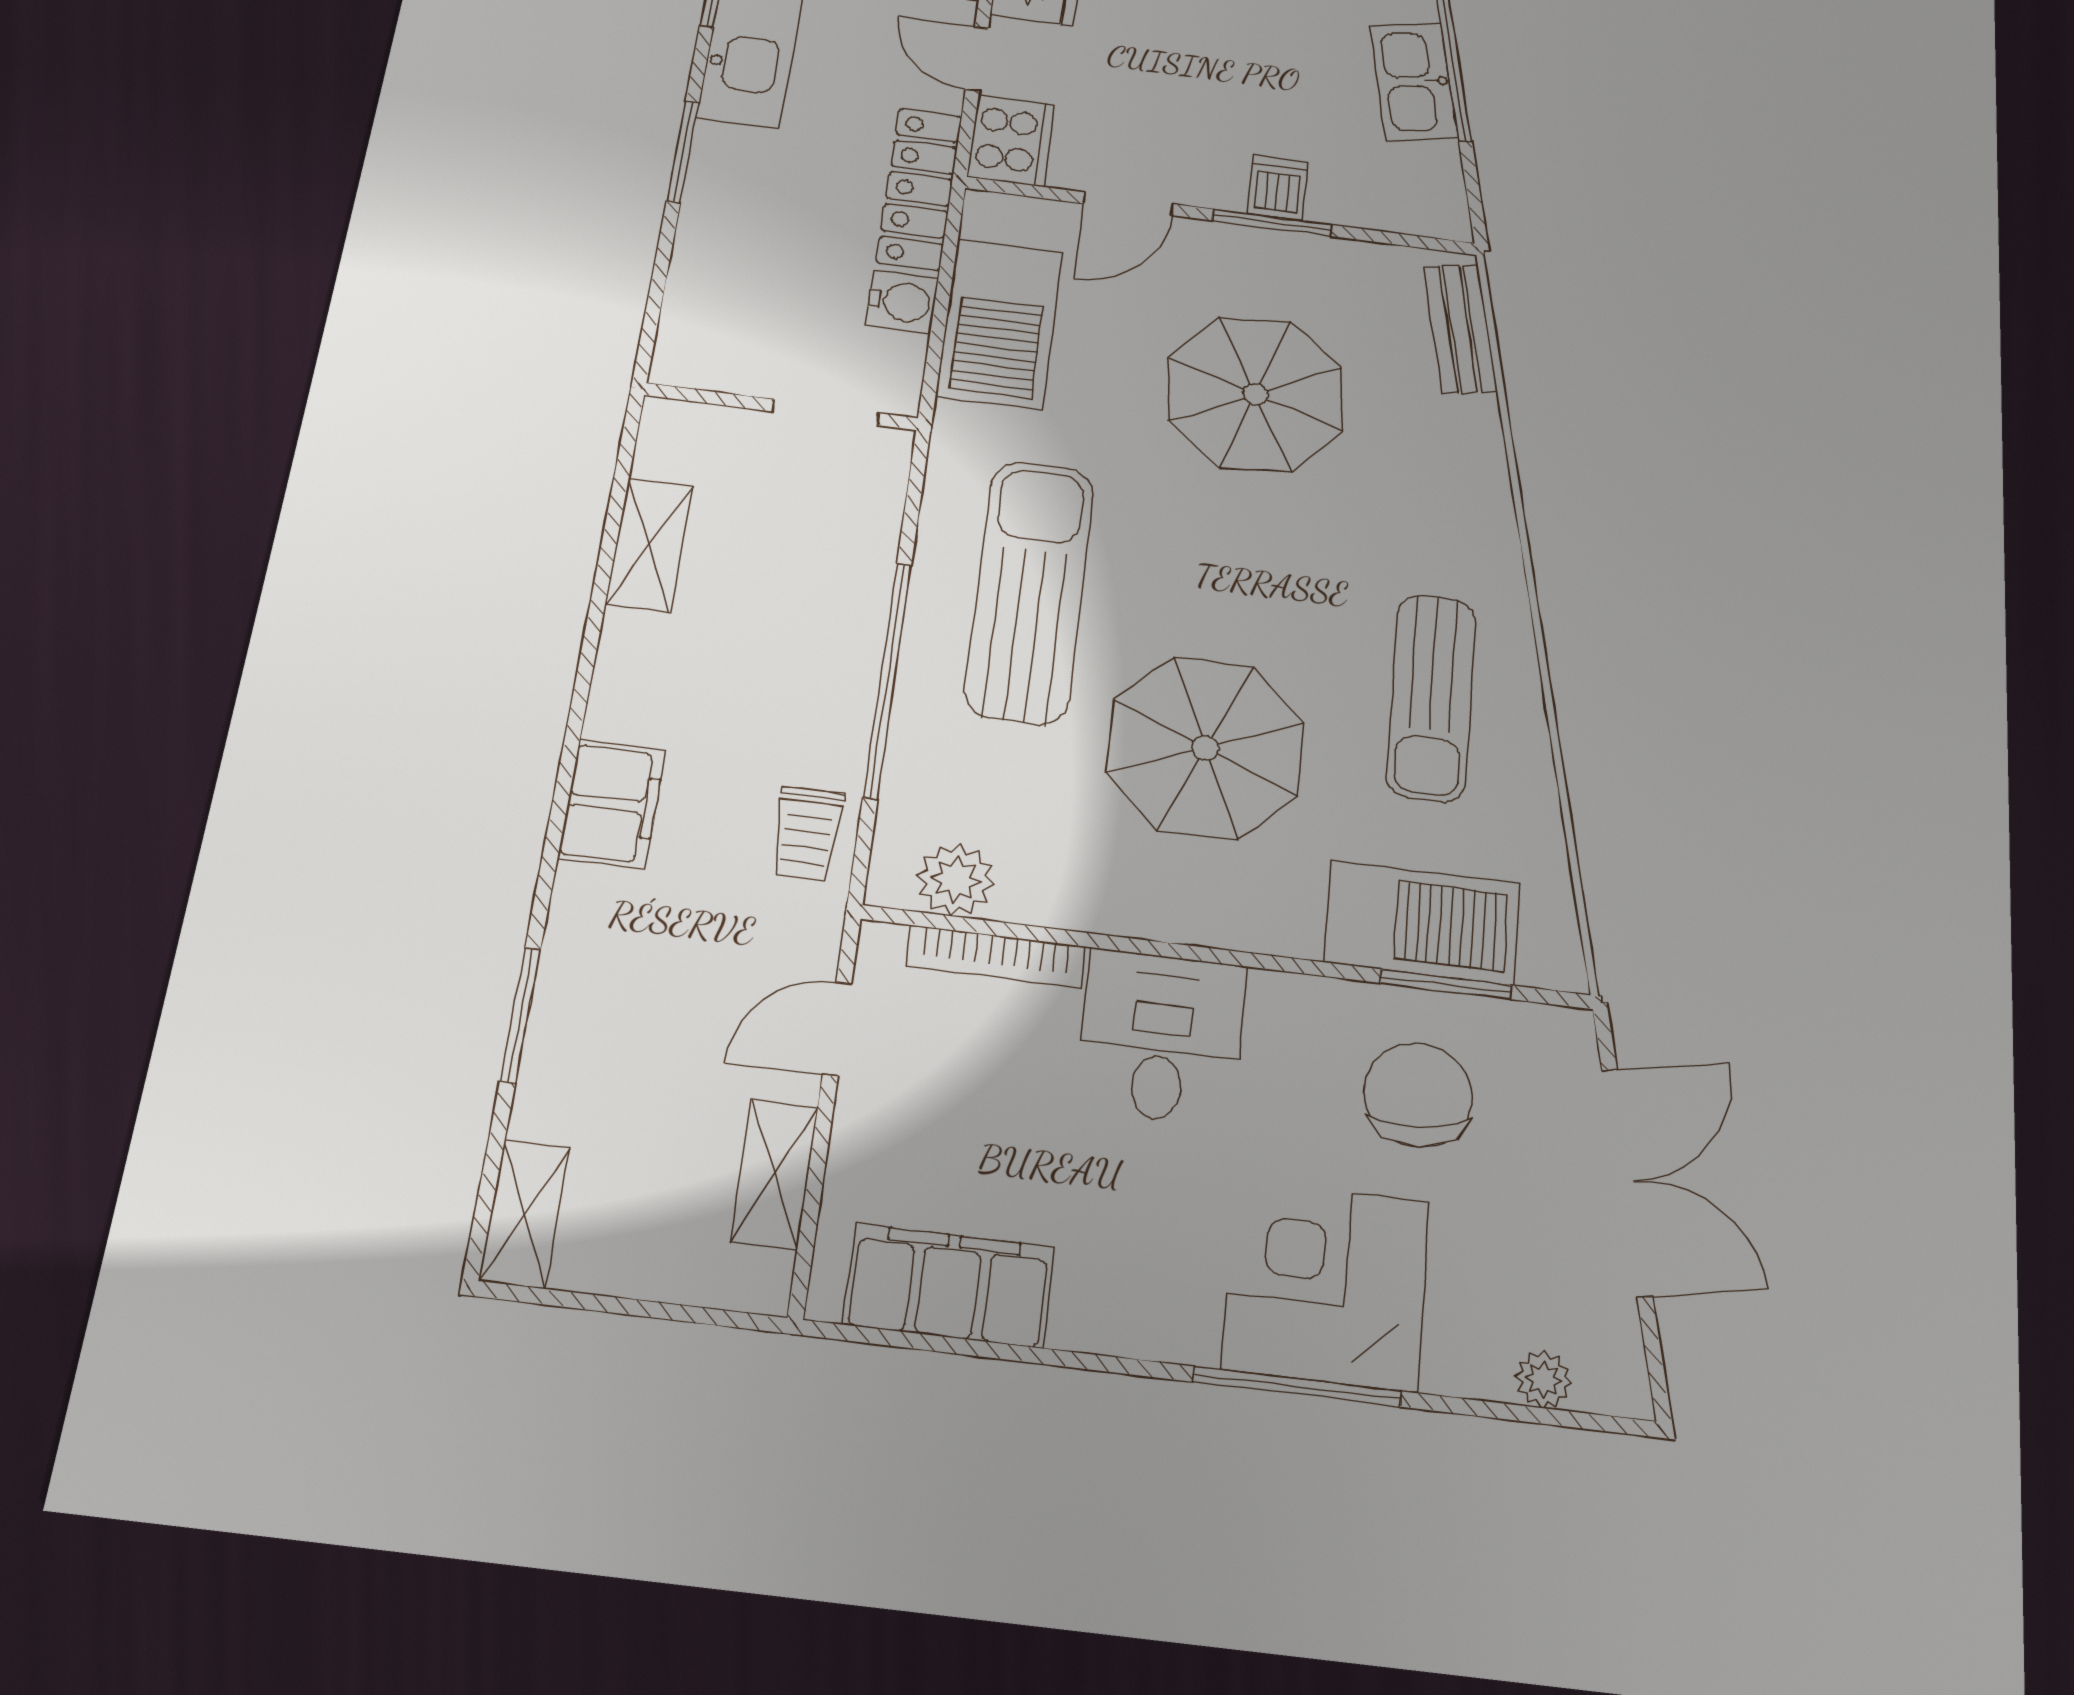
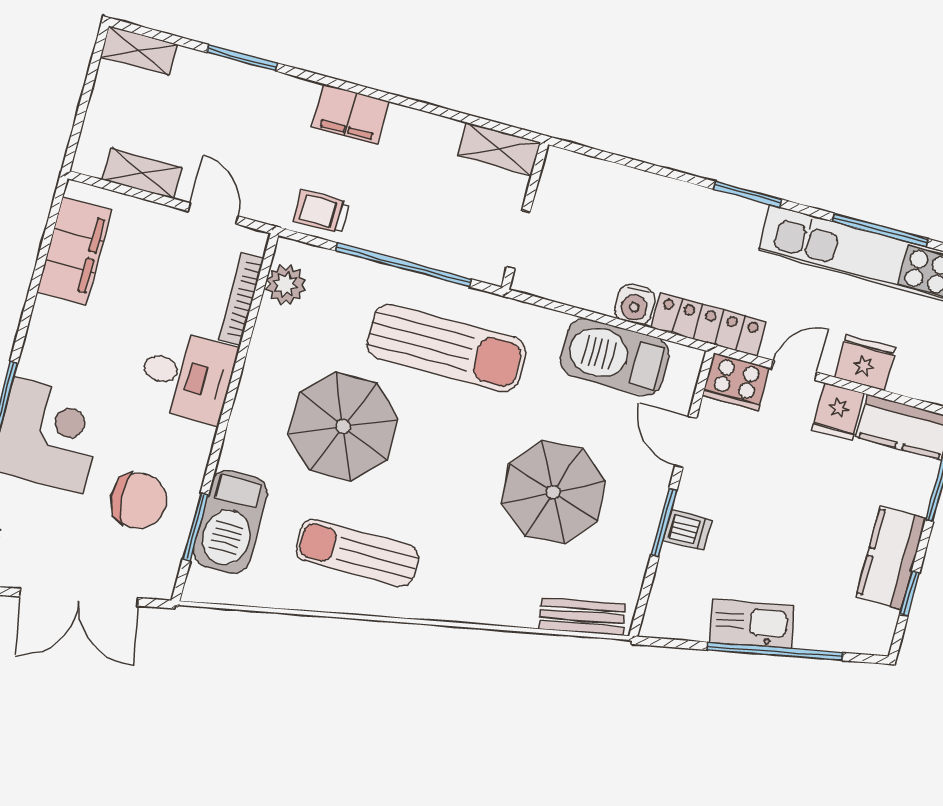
wall: (781, 407) -> (525, 216), moved
doorway: (826, 412) -> (518, 240), moved

